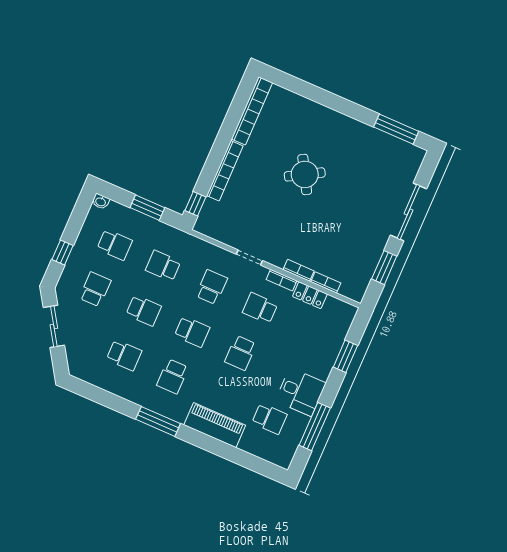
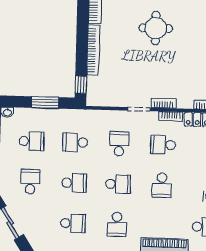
round table: (305, 174) -> (156, 28), turned 30
bookcase: (298, 270) -> (164, 103), moved

